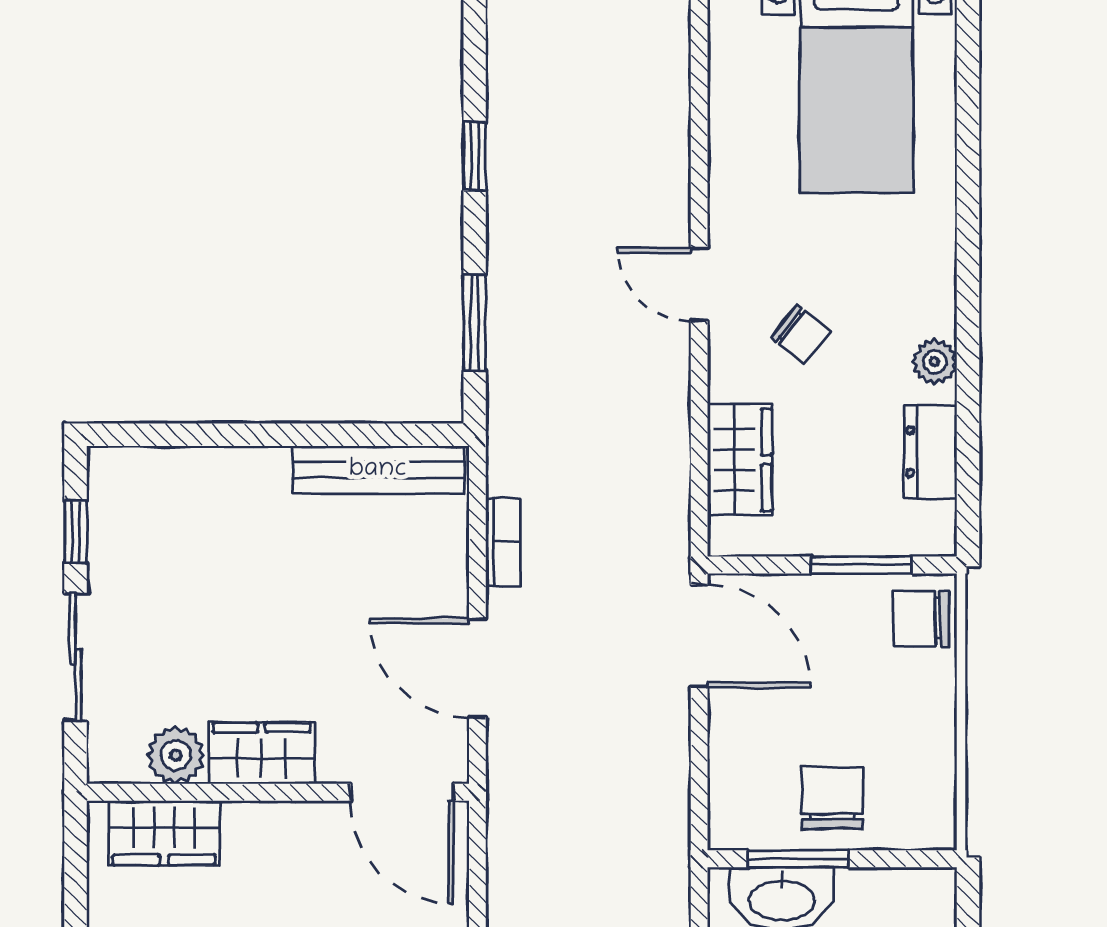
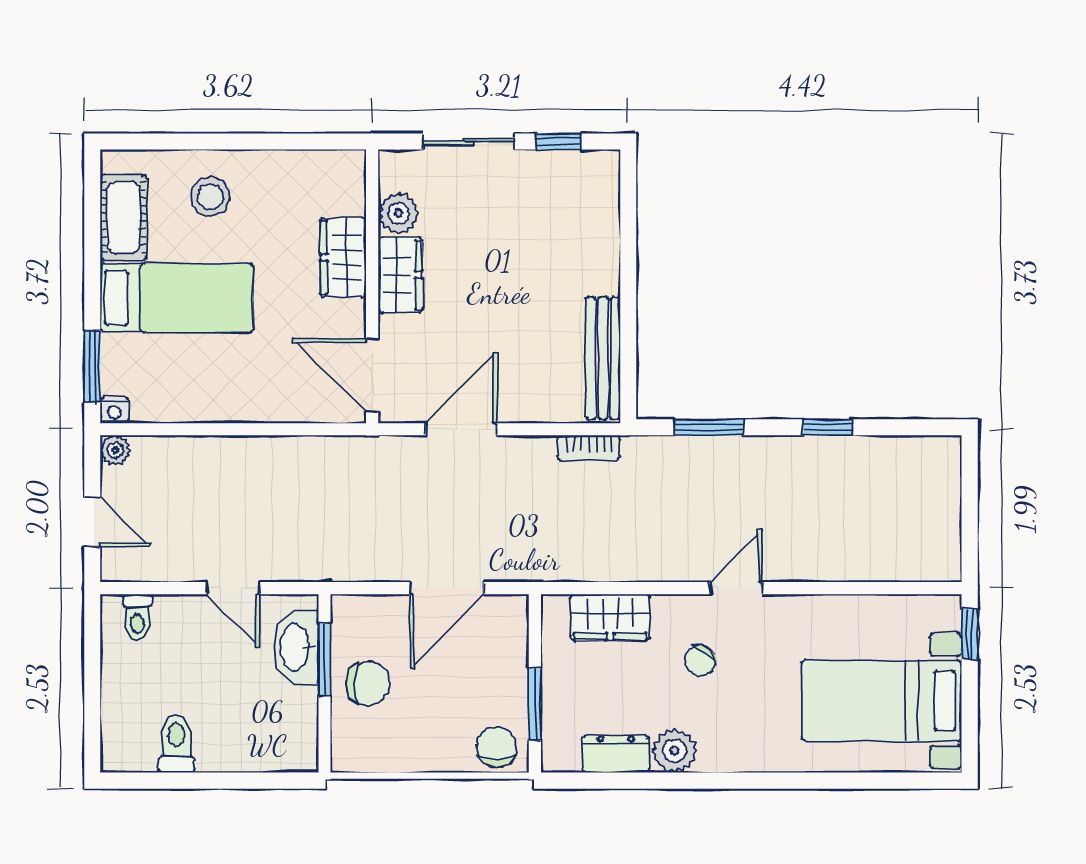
plant: (935, 362) -> (675, 751), width x1.38, depth x1.38
bookcase: (503, 542) -> (589, 448), moved
door: (699, 636) -> (447, 588), moved
door: (402, 792) -> (372, 375), hinge flipped
wardrobe: (164, 833) -> (343, 258), moved

